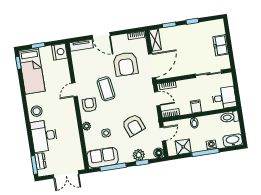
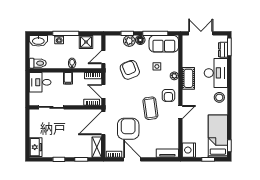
door: (101, 36) -> (132, 159), moved
freezer: (221, 45) -> (36, 147), moved
cot: (72, 126) -> (188, 78), added
floor lamp: (159, 153) -> (140, 40), moved

